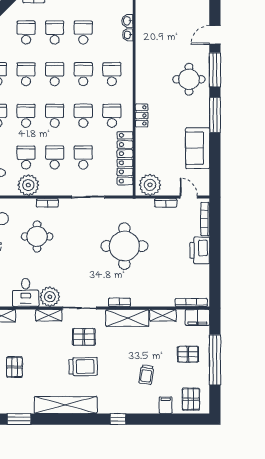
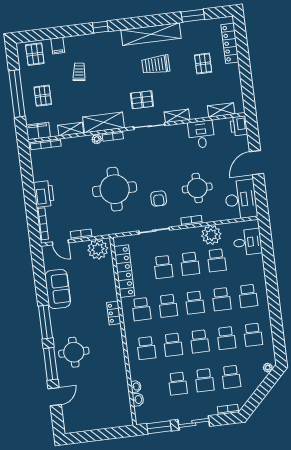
armchair: (79, 230) -> (159, 199), added
plant: (50, 297) -> (97, 139), moved, width x0.53, depth x0.53
pallet: (188, 354) -> (43, 96), turned 90
trolley: (83, 367) -> (156, 65), moved

